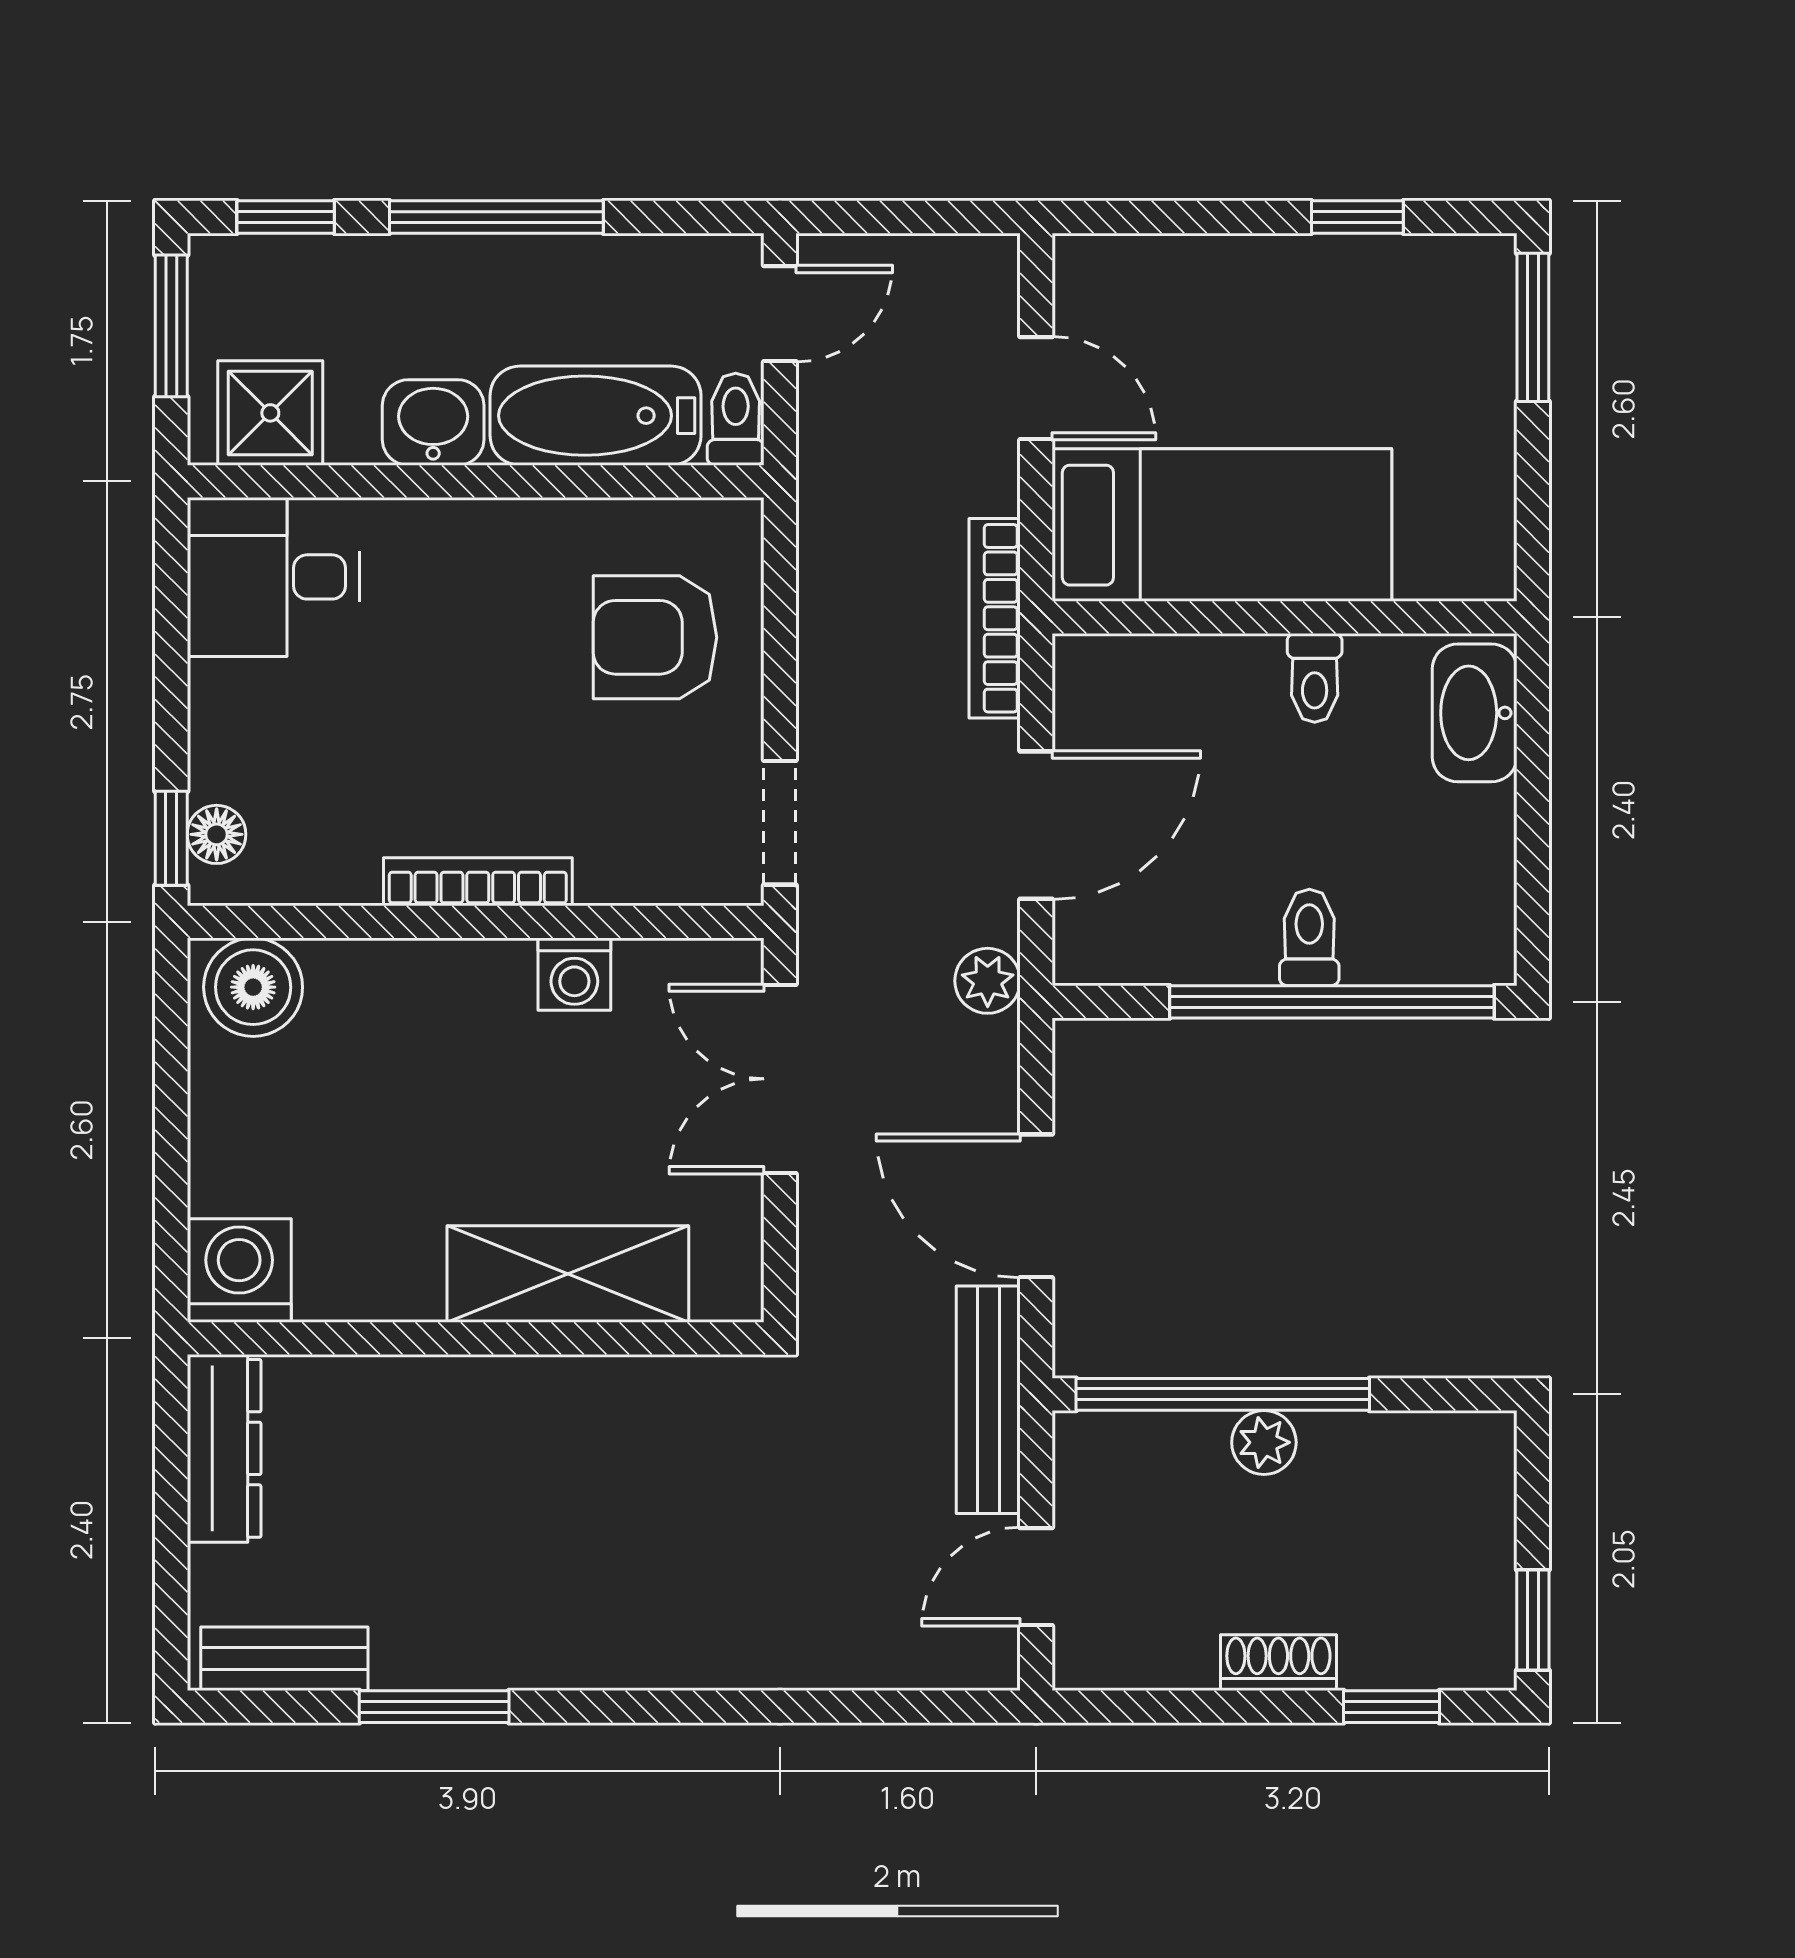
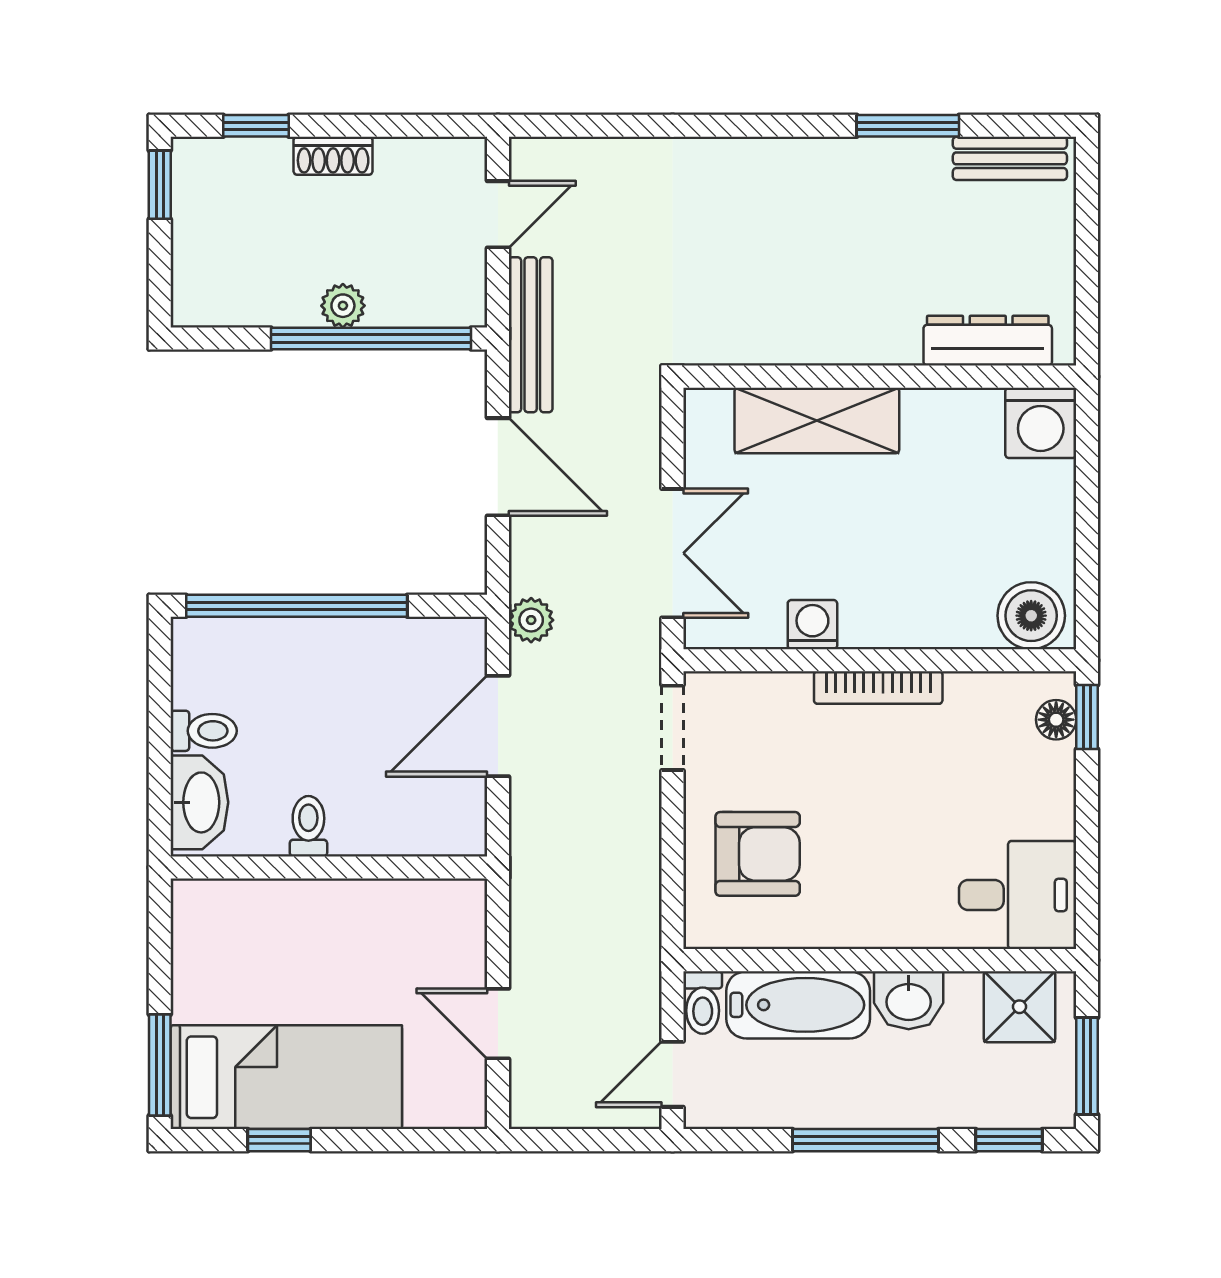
bed: (1222, 525) -> (286, 1077), moved, turned 180
bookcase: (995, 618) -> (526, 867), removed
toilet: (1309, 938) -> (204, 731), moved, turned -90
dresser: (224, 1448) -> (988, 341), moved, turned 90

